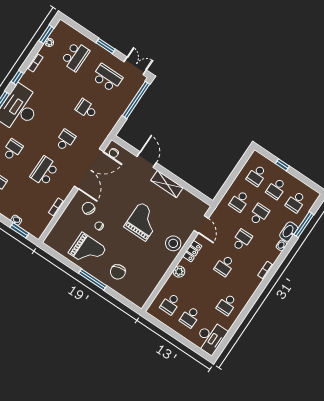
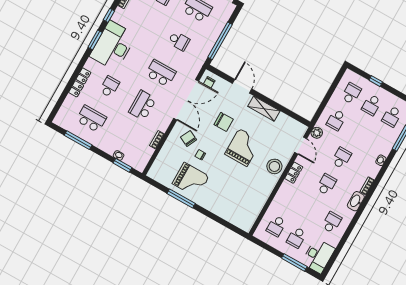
window: (136, 100) -> (220, 41), moved
school desk: (86, 109) -> (179, 41), turned 180
school desk: (65, 140) -> (161, 73), width x1.85
school desk: (257, 175) -> (351, 93), turned 180
school desk: (259, 214) -> (357, 131), removed
washbasin: (289, 232) -> (356, 201), moved
school desk: (225, 266) -> (327, 184), turned 180
chair: (118, 272) -> (224, 122), moved, turned -76
plant: (179, 272) -> (317, 133), moved
window: (93, 280) -> (181, 198), moved
school desk: (227, 305) -> (332, 222), turned 180
window: (186, 342) -> (294, 262), added

